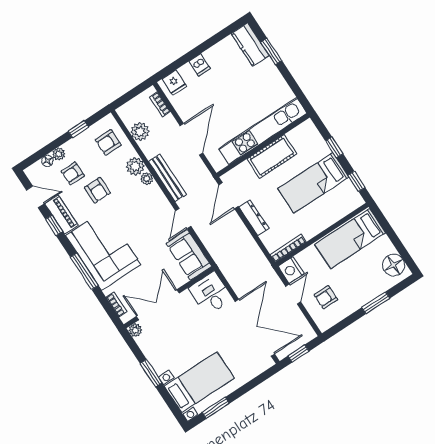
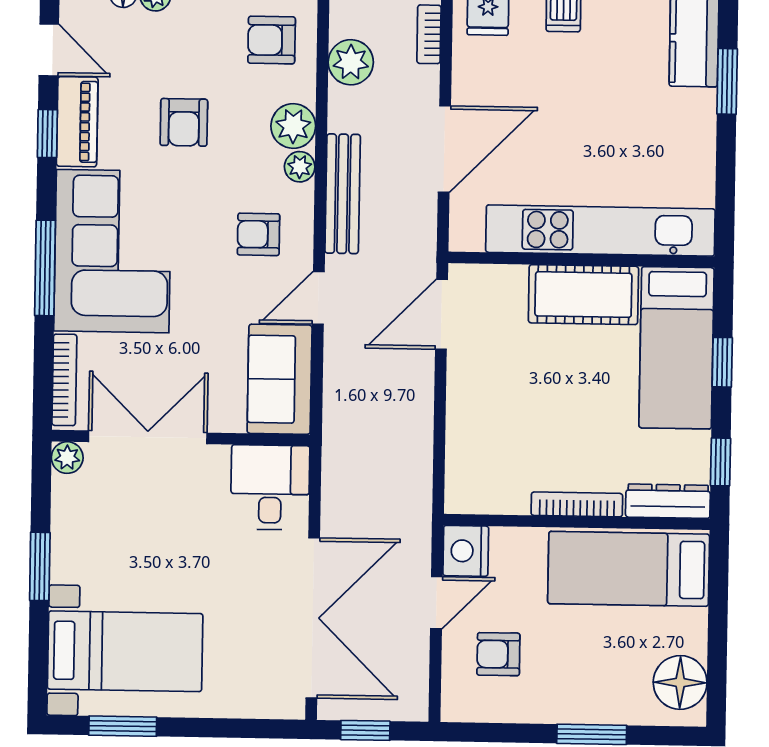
armchair: (73, 173) -> (259, 234), moved
bed: (313, 183) -> (677, 348), moved, turned -90
dresser: (254, 218) -> (668, 501), moved, turned -90
bookcase: (288, 248) -> (577, 504), moved
bookcase: (116, 305) -> (64, 380), width x1.56

